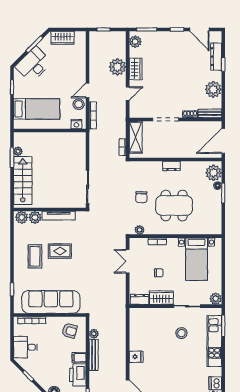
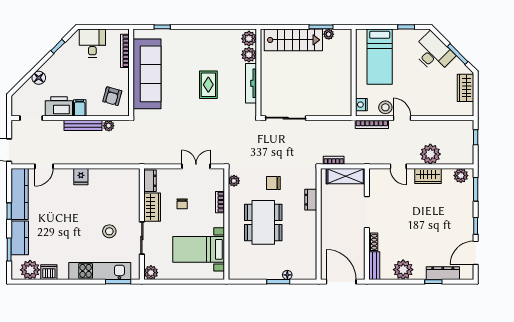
dresser: (171, 166) -> (311, 200), moved
plant: (214, 173) -> (303, 270), removed
coffee table: (35, 256) -> (202, 55), removed

